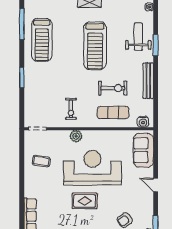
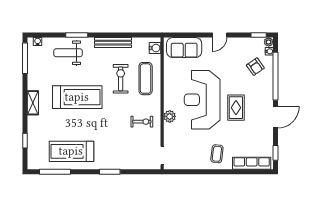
treadmill: (42, 40) -> (71, 151), turned 180
coffee table: (41, 161) -> (217, 154), moved

